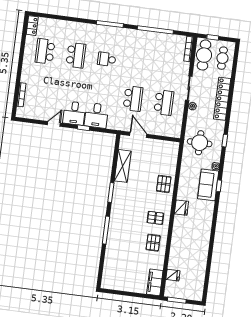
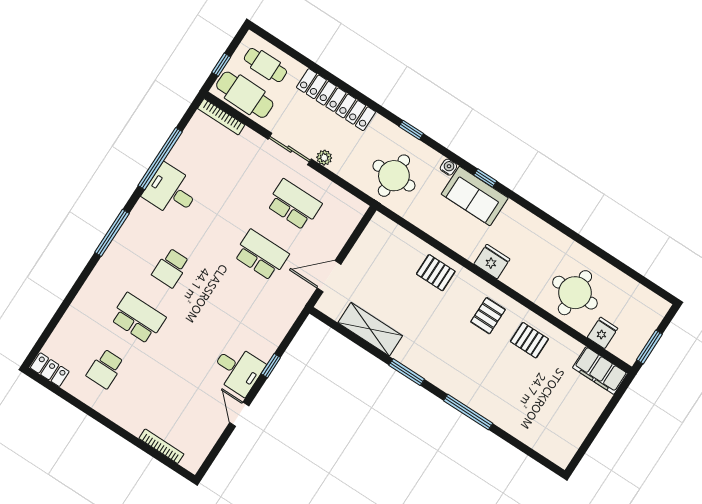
school desk: (45, 51) -> (105, 369), width x0.54
desk: (96, 115) -> (171, 191), moved, turned 180
round table: (186, 253) -> (575, 293), added

